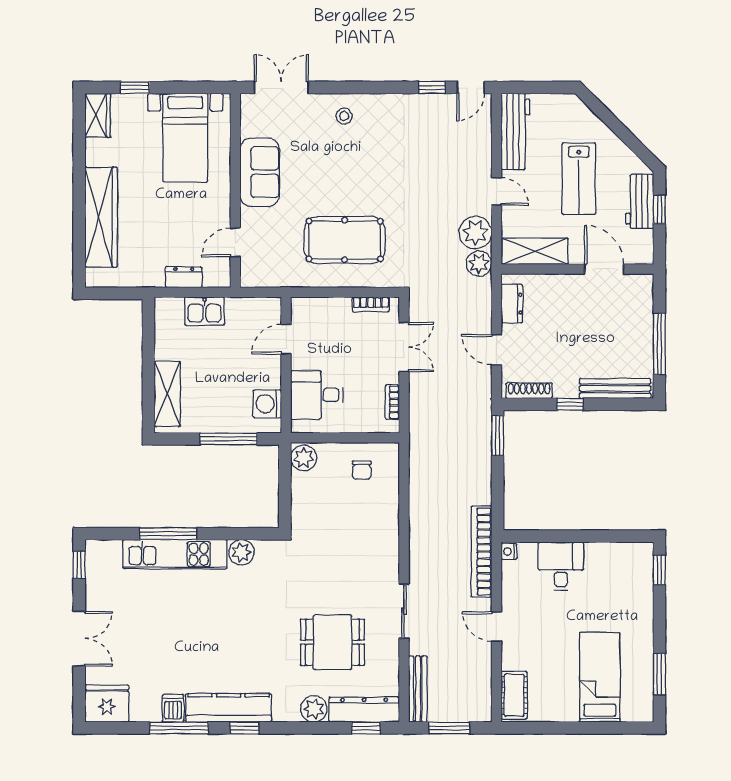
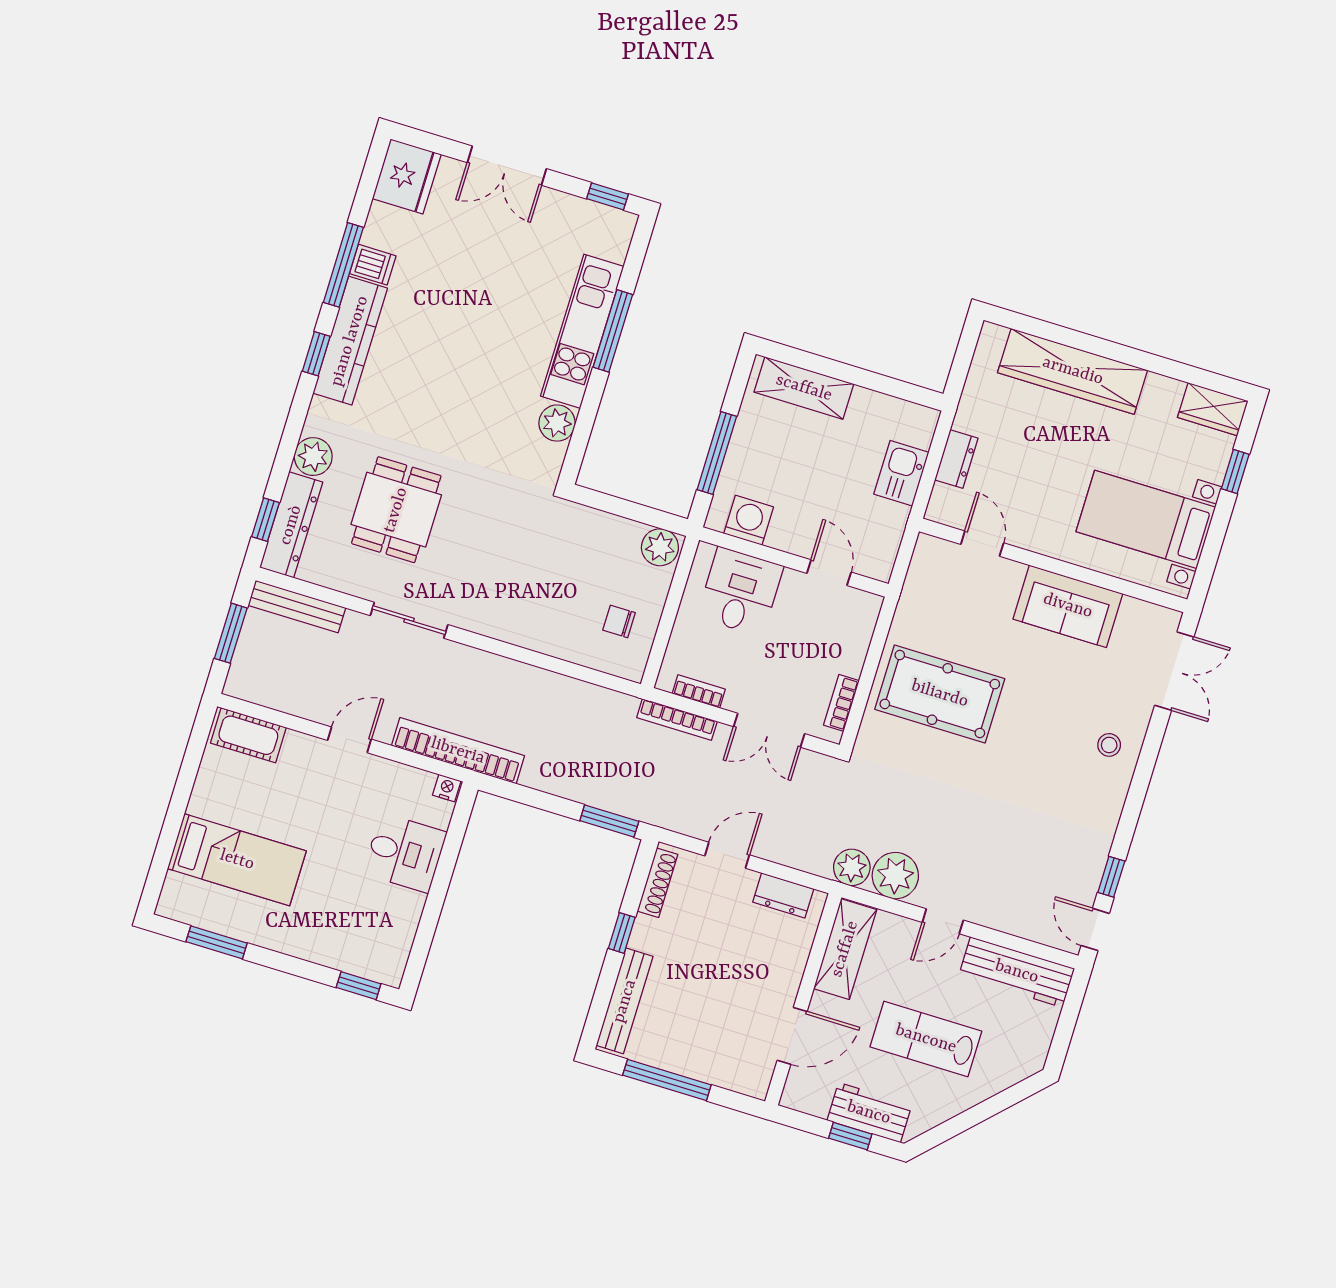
pool table: (345, 240) -> (940, 694), turned 90
bookcase: (416, 411) -> (677, 719), added

